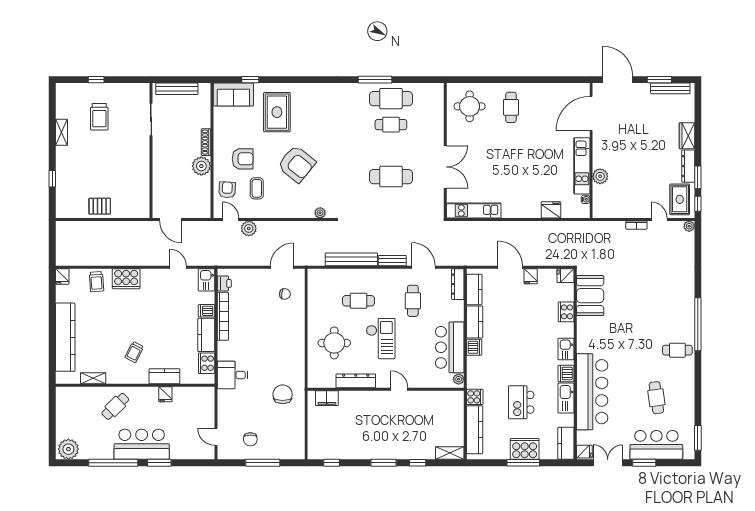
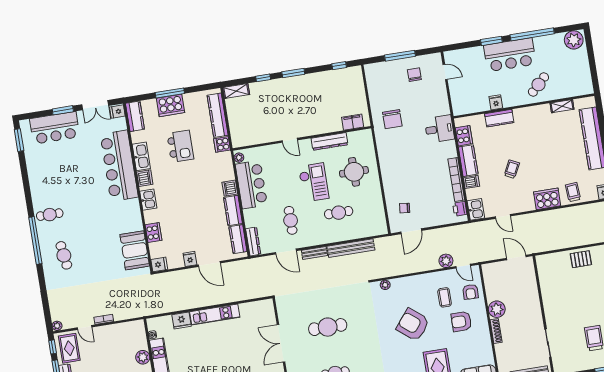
kitchen unit: (474, 211) -> (215, 314), moved
checkout: (381, 339) -> (314, 182), turned 180
trolley: (134, 352) -> (512, 169), moved
cafe table: (656, 398) -> (64, 255), moved

